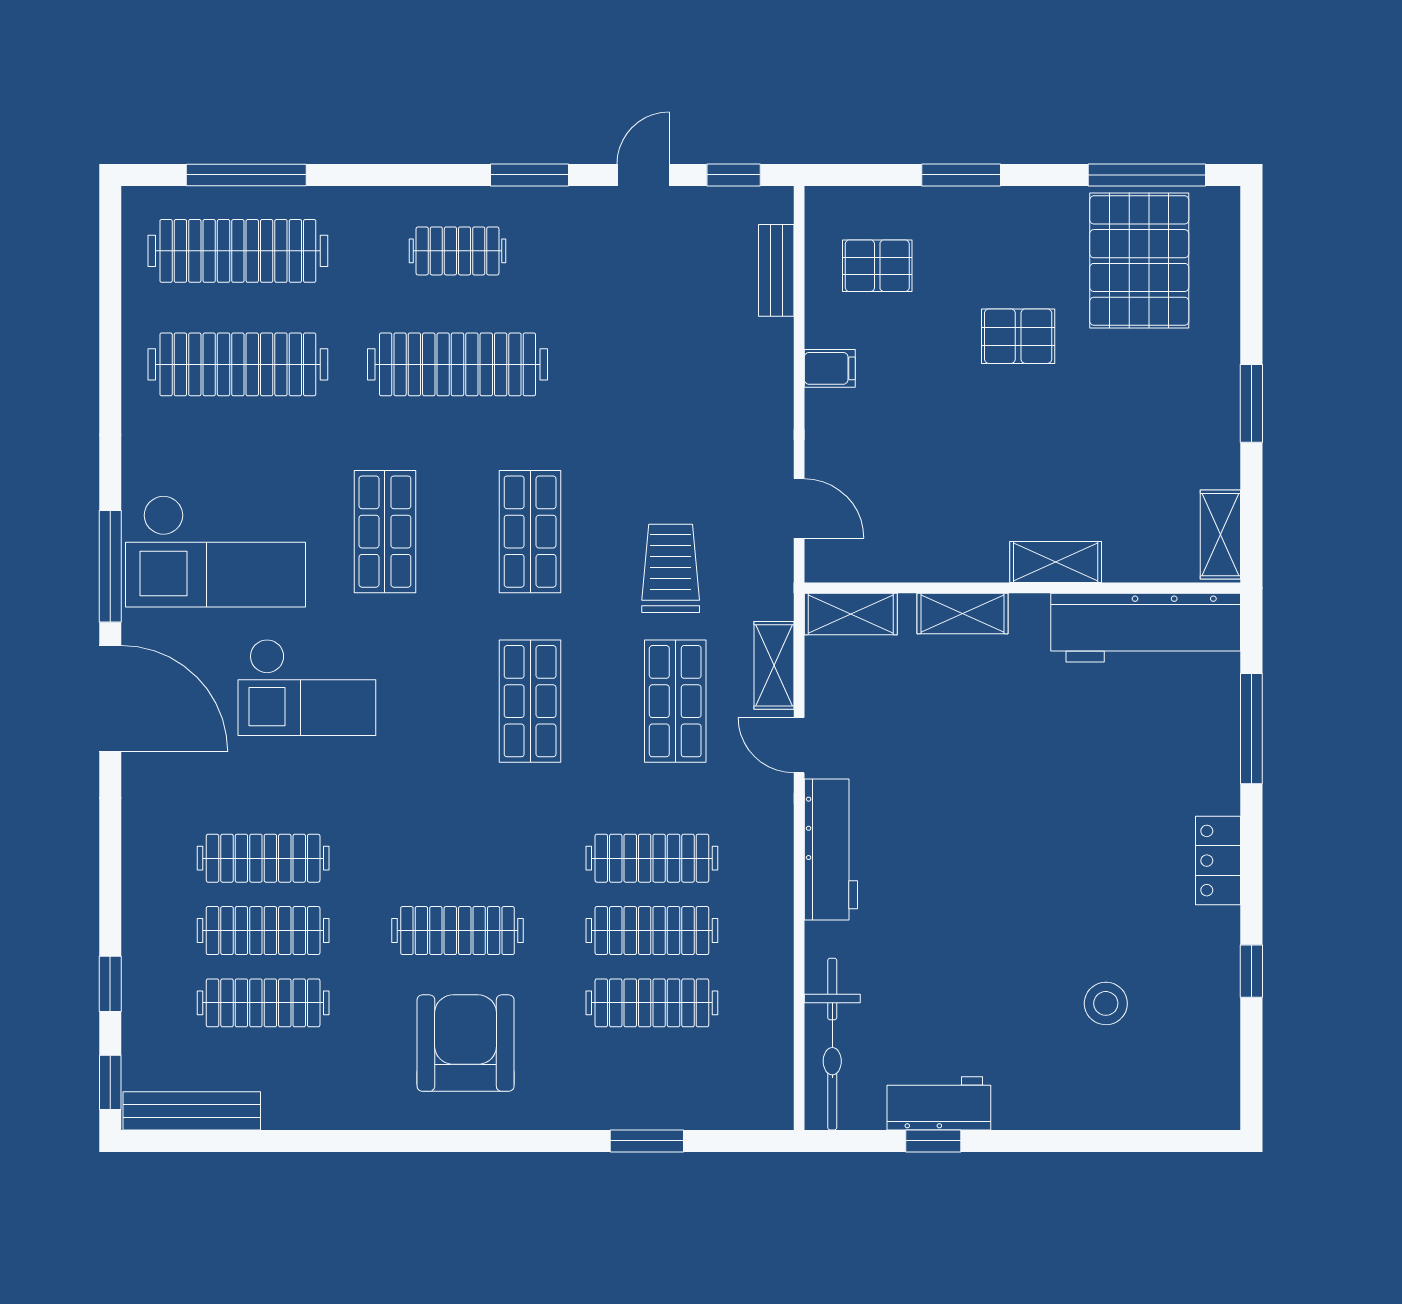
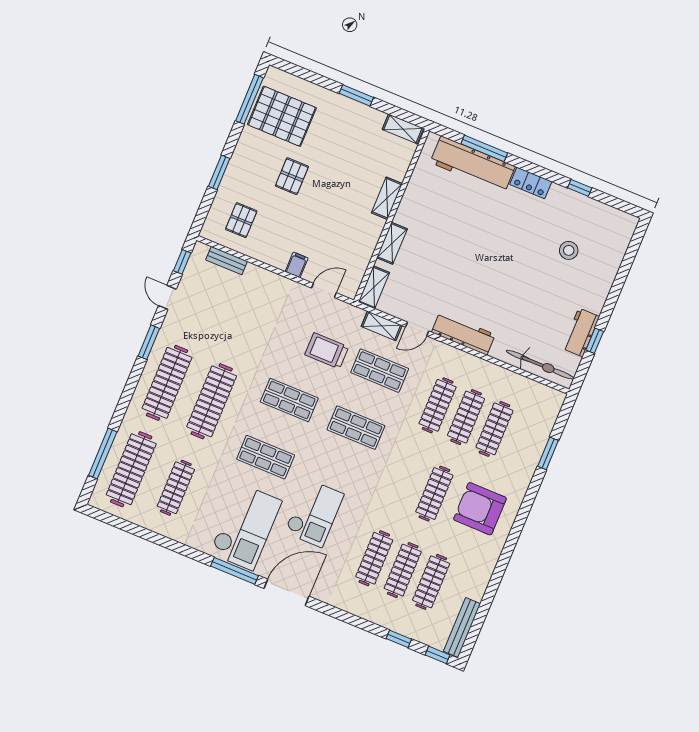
clothes rail: (457, 251) -> (167, 383), width x1.86, depth x1.31
clothes rail: (238, 364) -> (176, 488), width x0.73, depth x0.76
filing cabinet: (830, 368) -> (297, 265), moved
workbench: (1146, 628) -> (473, 164), moved, turned 90

